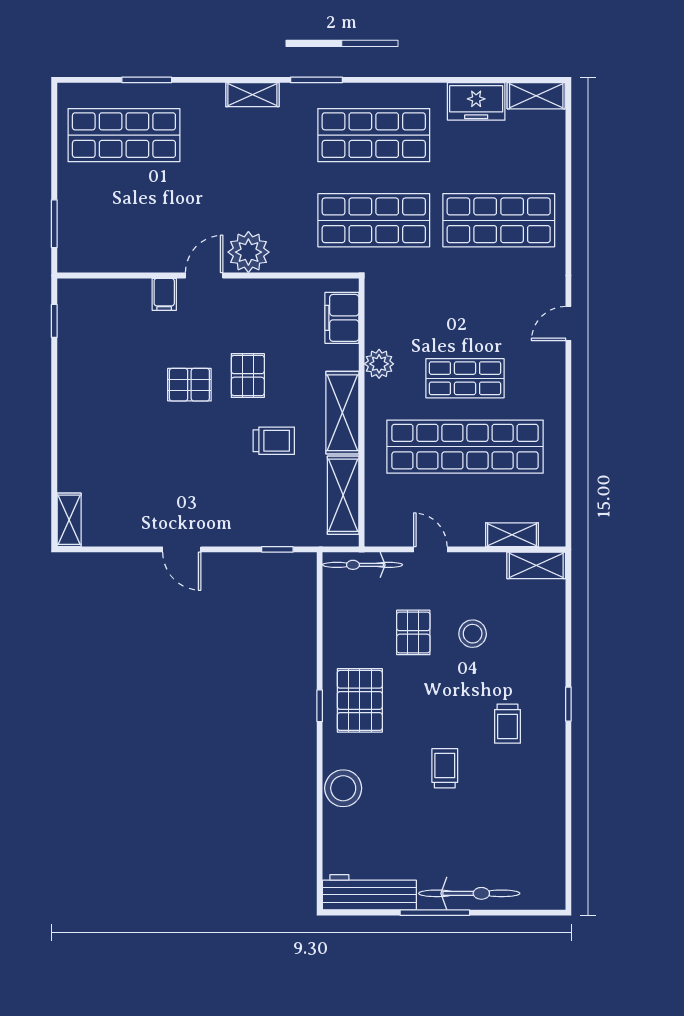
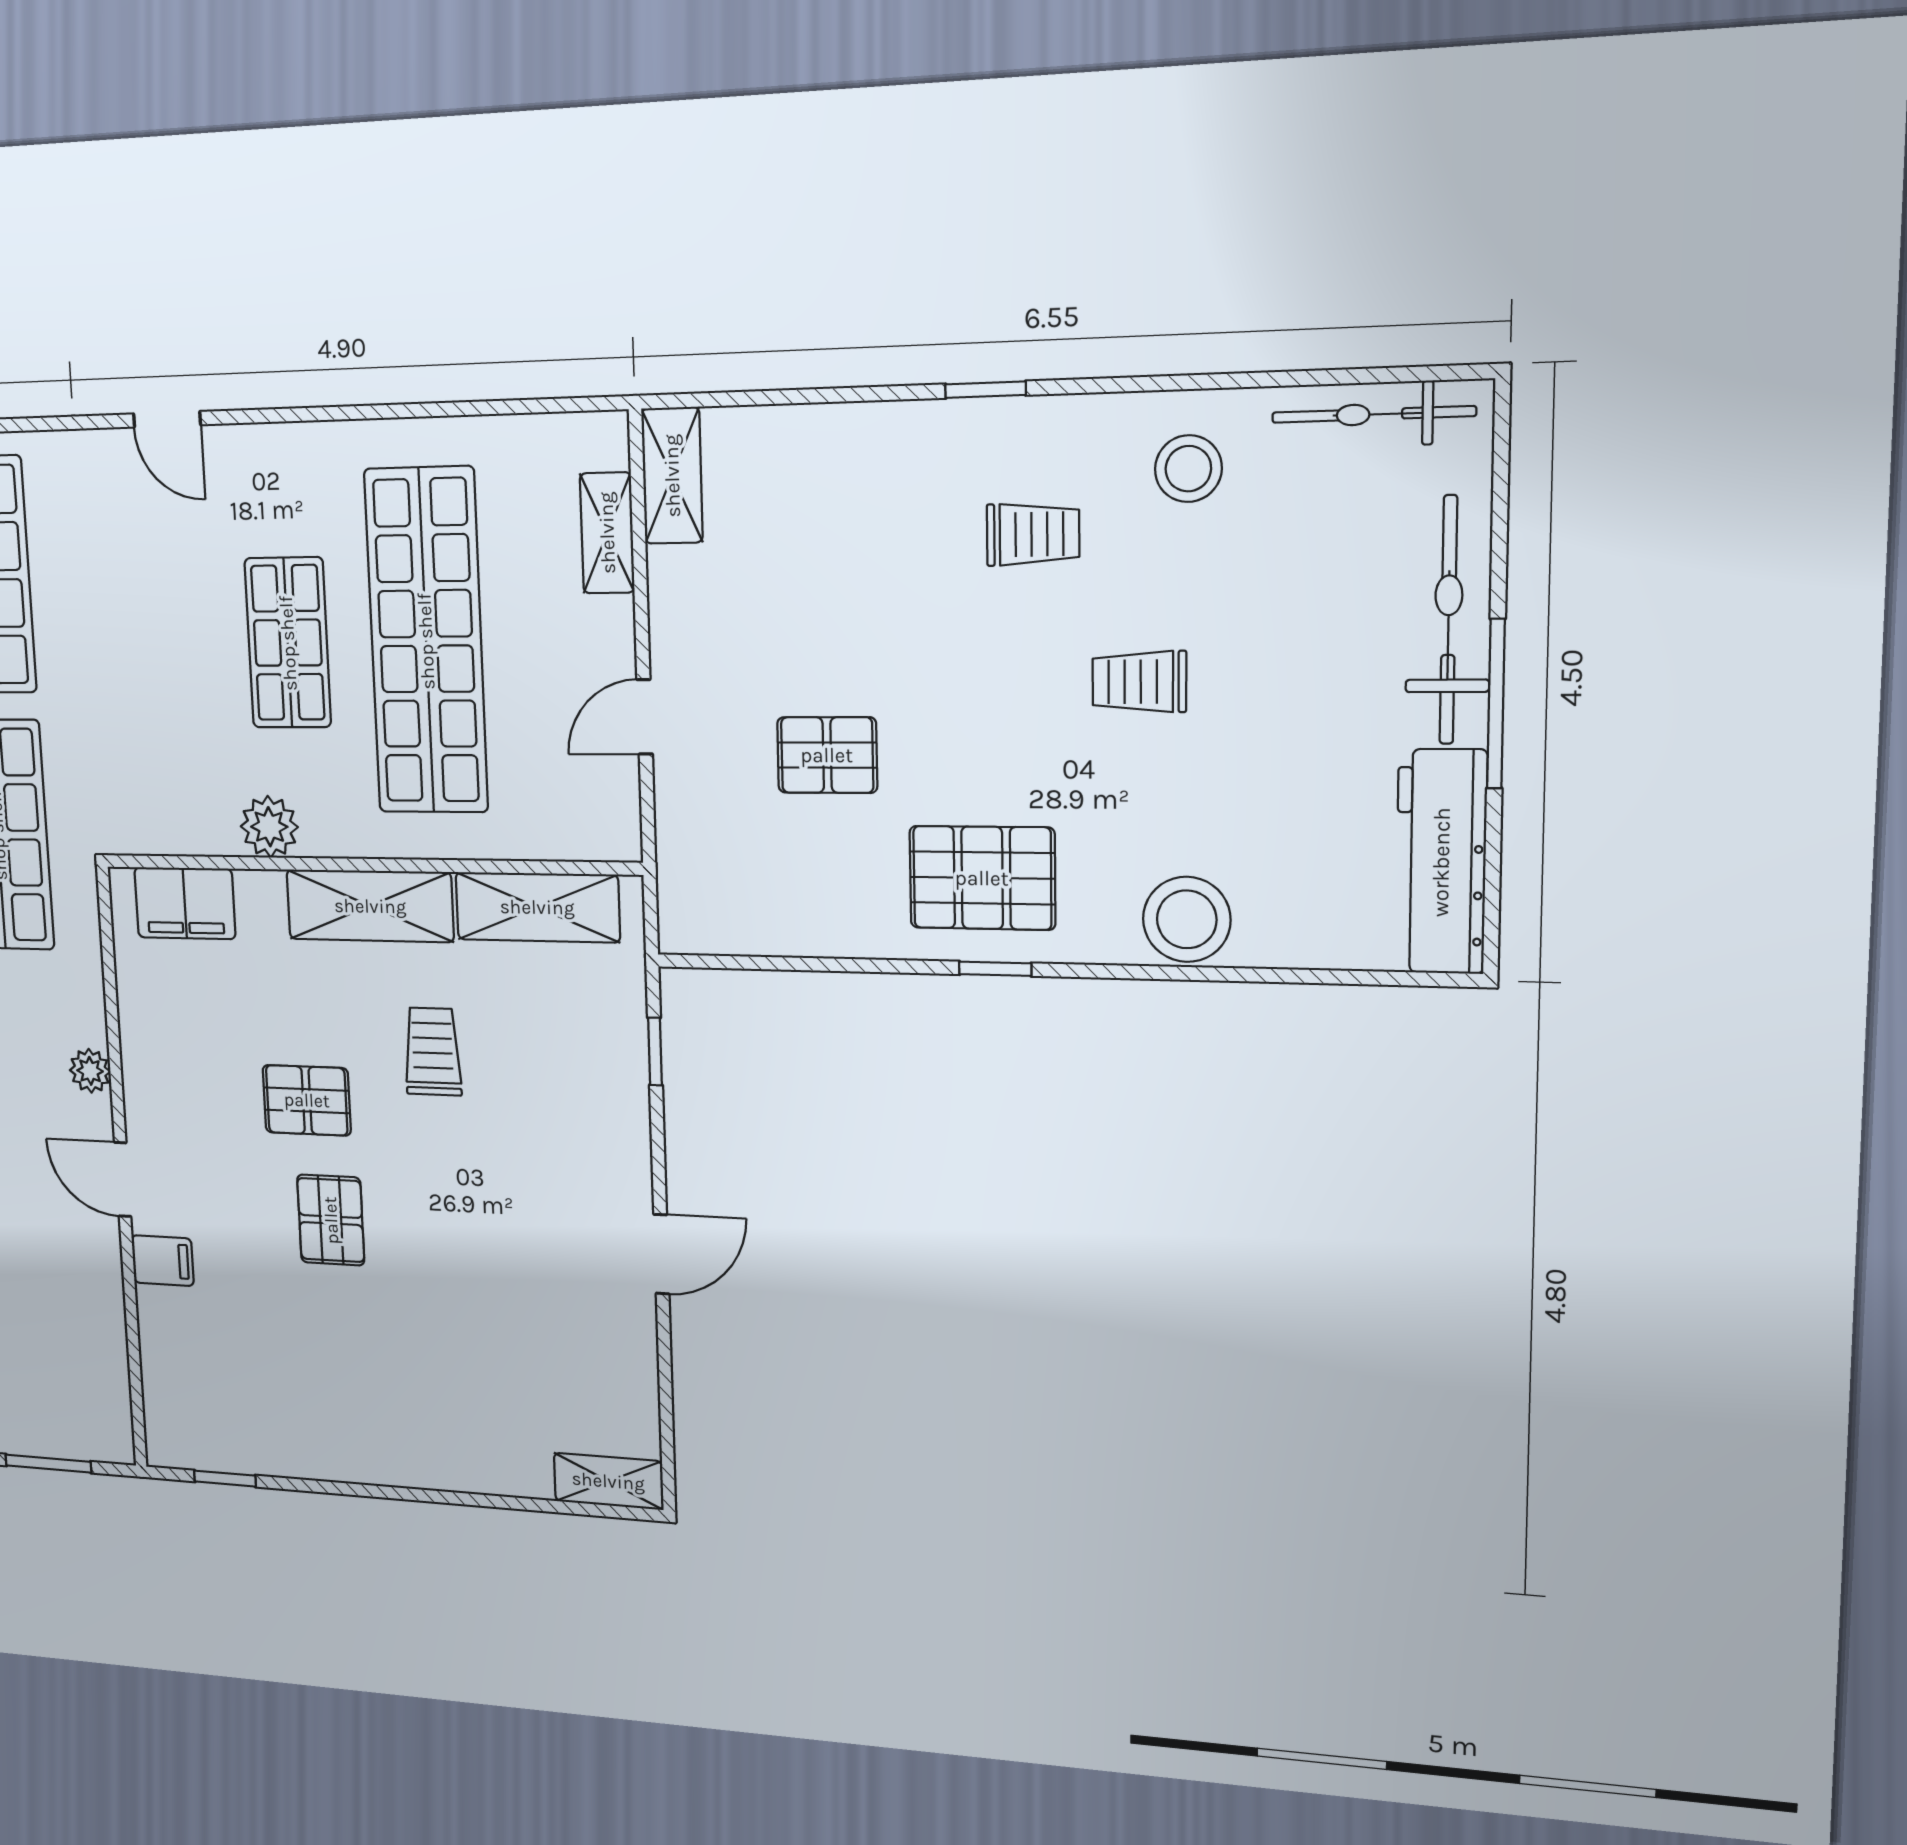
plant: (248, 252) -> (90, 1071), width x0.53, depth x0.53
bicycle: (363, 565) -> (1373, 414), moved, turned 90
stool: (473, 634) -> (1188, 469), moved

